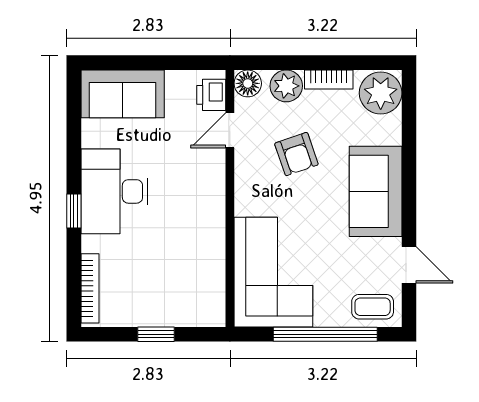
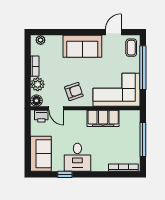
plant: (381, 93) -> (41, 40), width x0.53, depth x0.53
armchair: (296, 154) -> (74, 91), moved
desk: (114, 191) -> (77, 157), width x0.73
window: (74, 211) -> (65, 174), moved
filing cabinet: (206, 240) -> (103, 118), added
window: (156, 334) -> (143, 140), width x2.17

